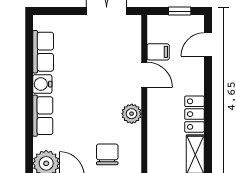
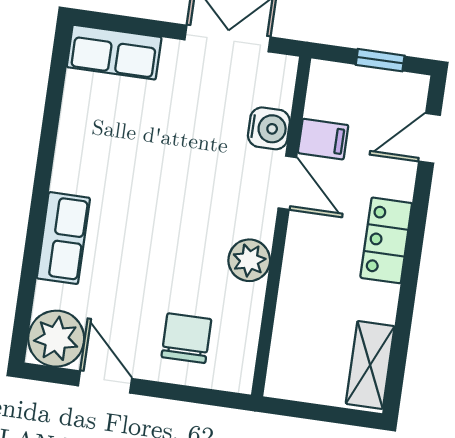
row of seats: (43, 52) -> (114, 52), moved, turned 90
water cooler: (42, 84) -> (269, 128), moved, turned 180
locker: (194, 114) -> (386, 240), moved

